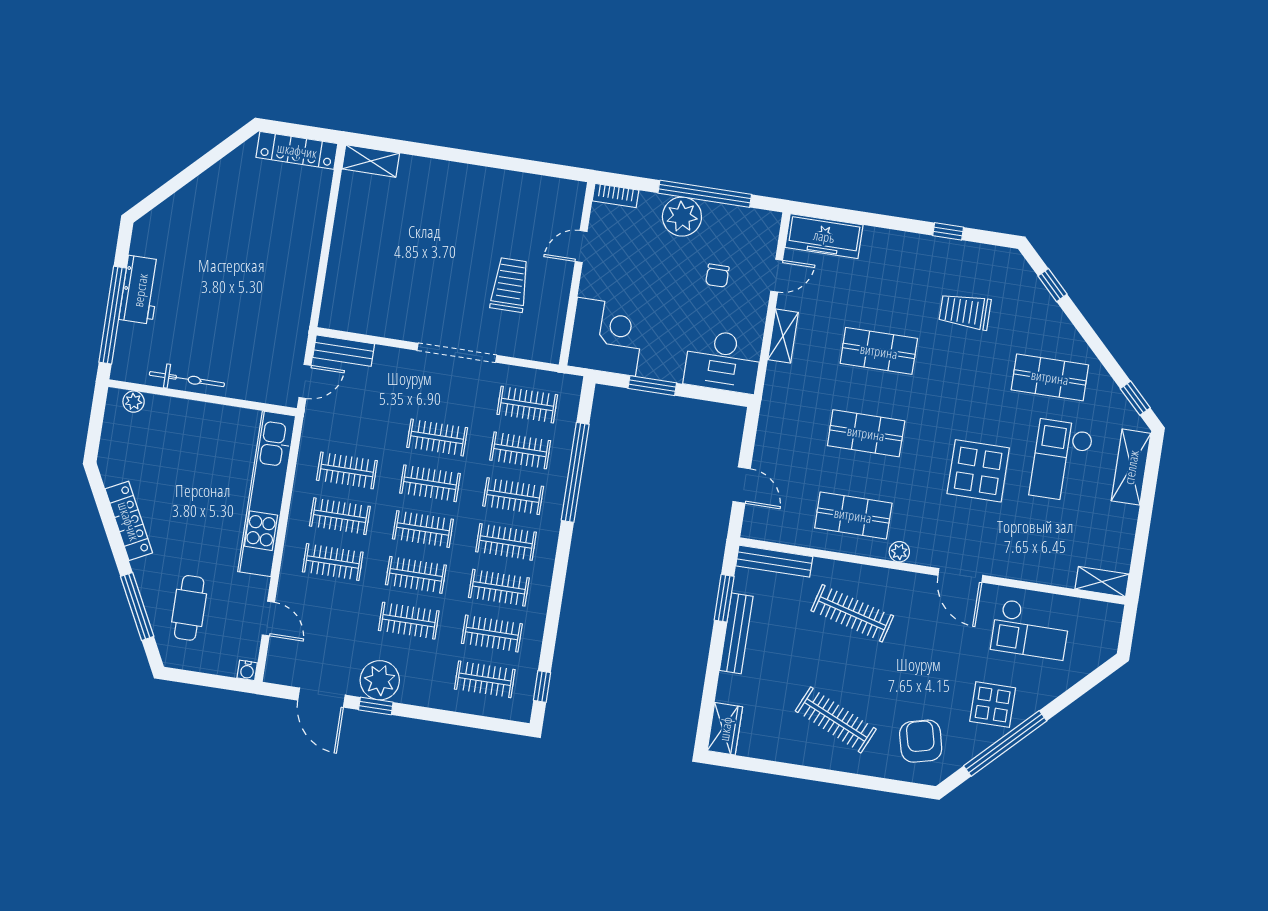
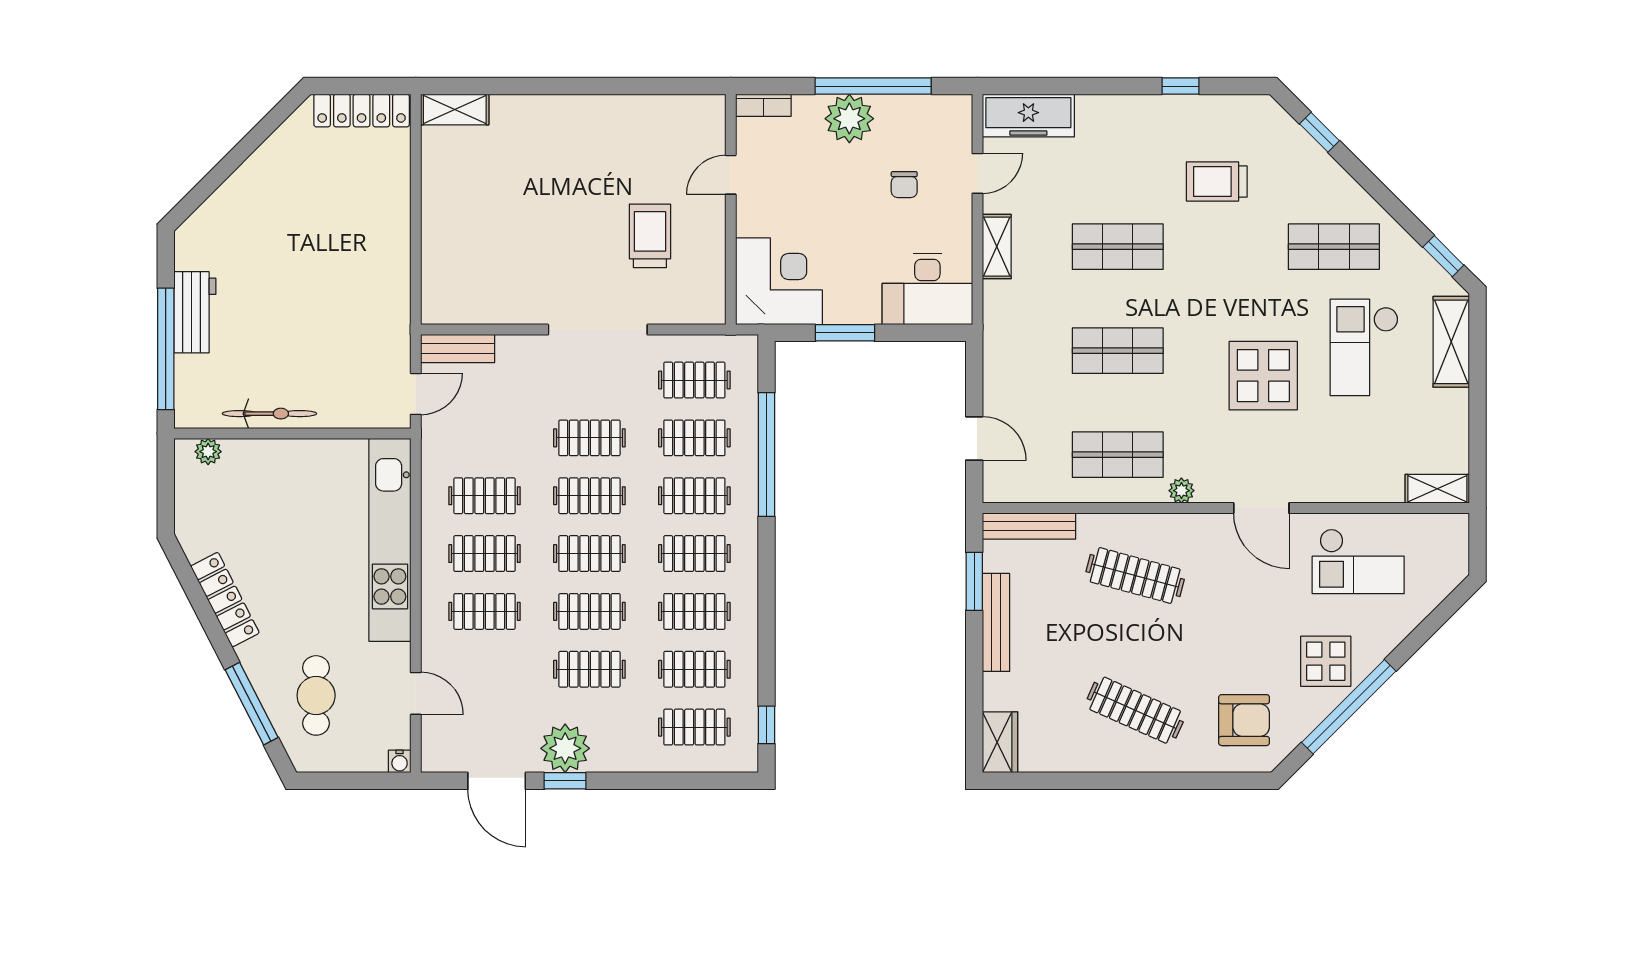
armchair: (921, 741) -> (1244, 720), turned 104

